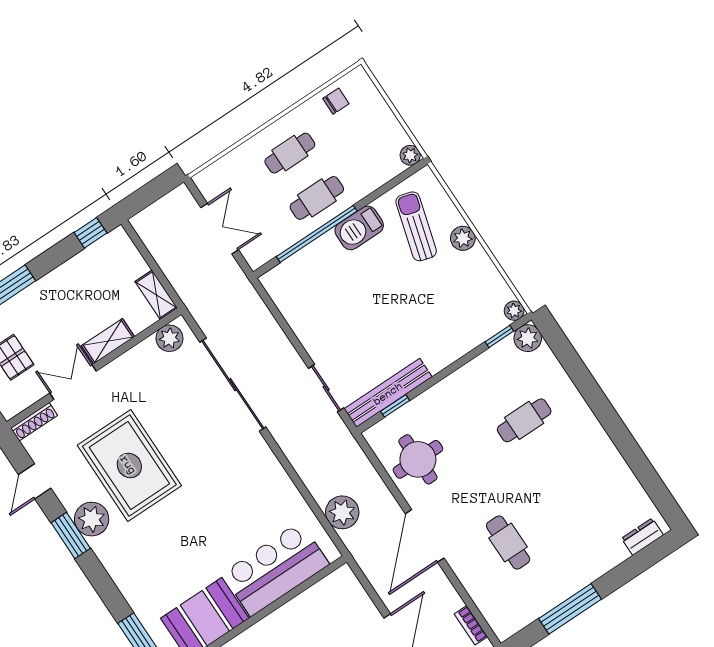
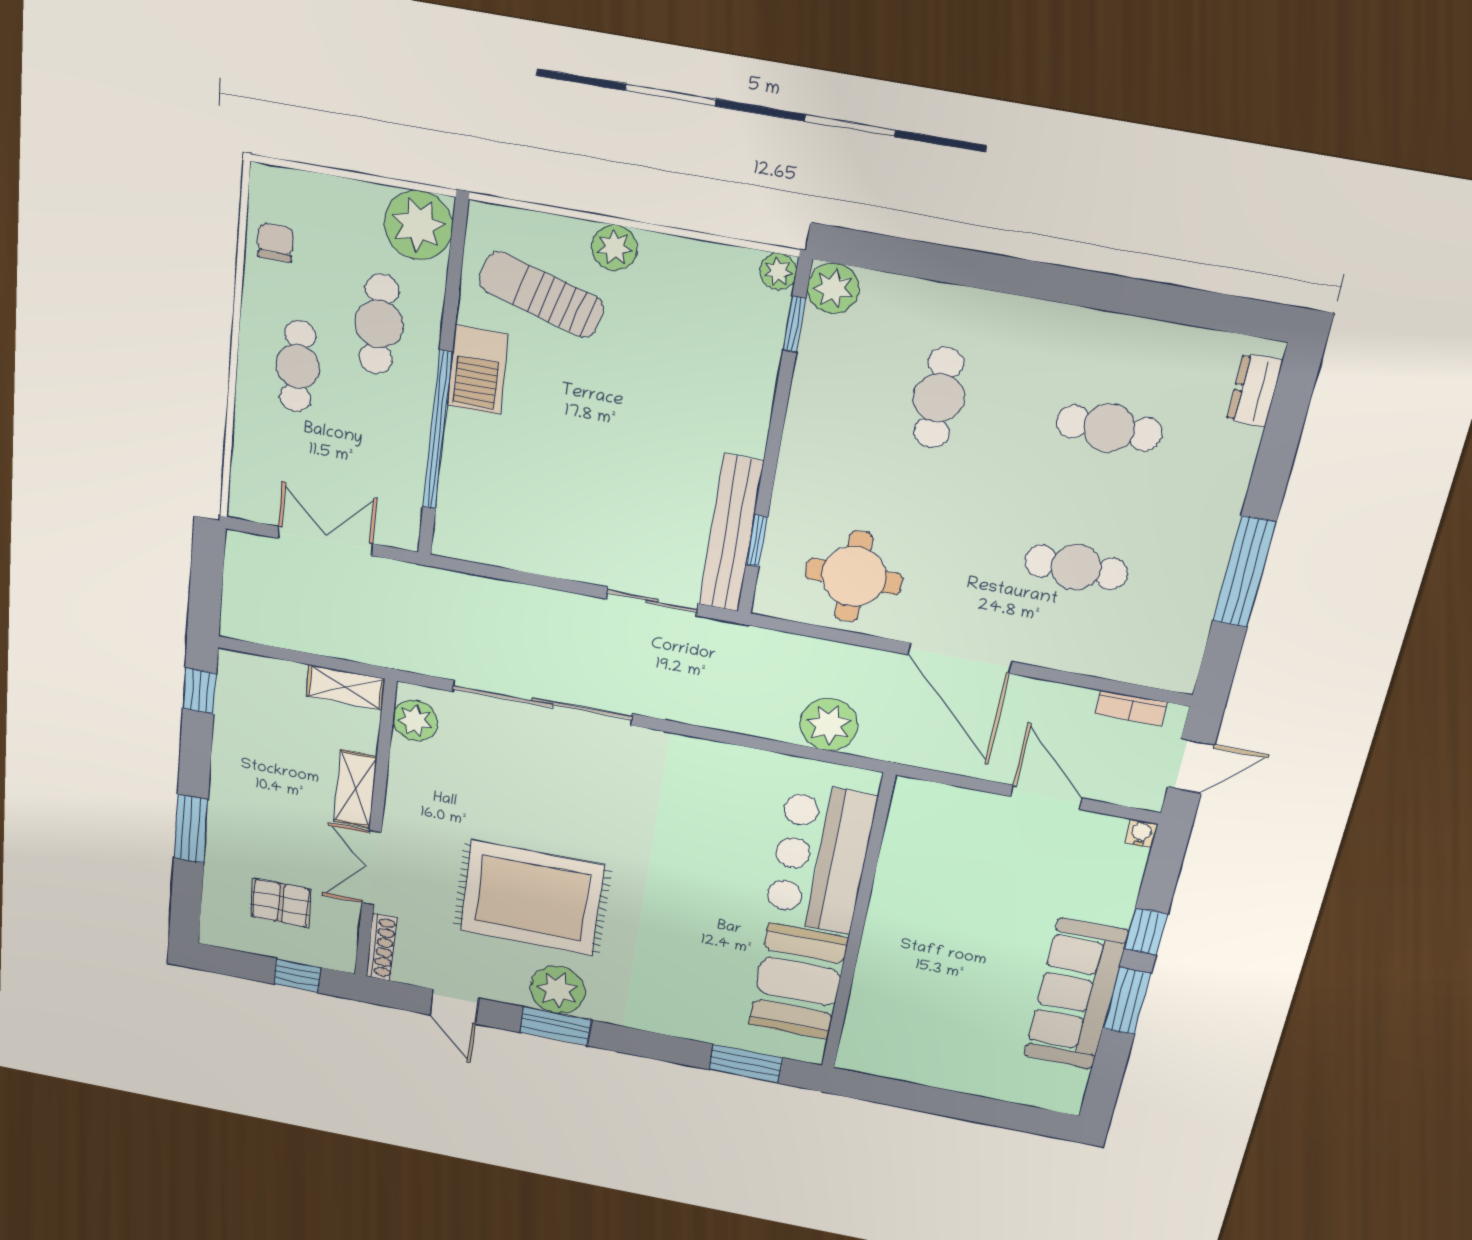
plant: (410, 155) -> (418, 225), width x1.87, depth x1.87
cafe table: (317, 198) -> (379, 324), moved
cafe table: (576, 497) -> (1109, 428), added

